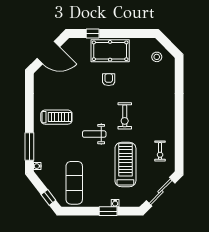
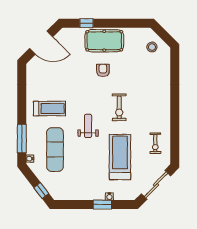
weight bench: (94, 134) -> (88, 126), turned 90
exercise mat: (74, 183) -> (55, 150), moved

